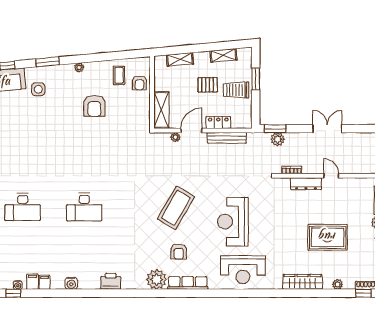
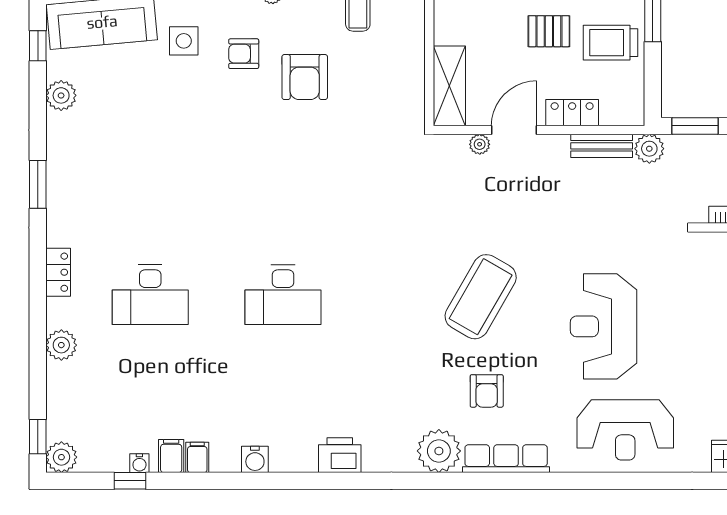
armchair: (139, 83) -> (244, 54), moved, turned 90
bench: (227, 138) -> (602, 146), width x0.73
plant: (278, 139) -> (649, 149), moved

